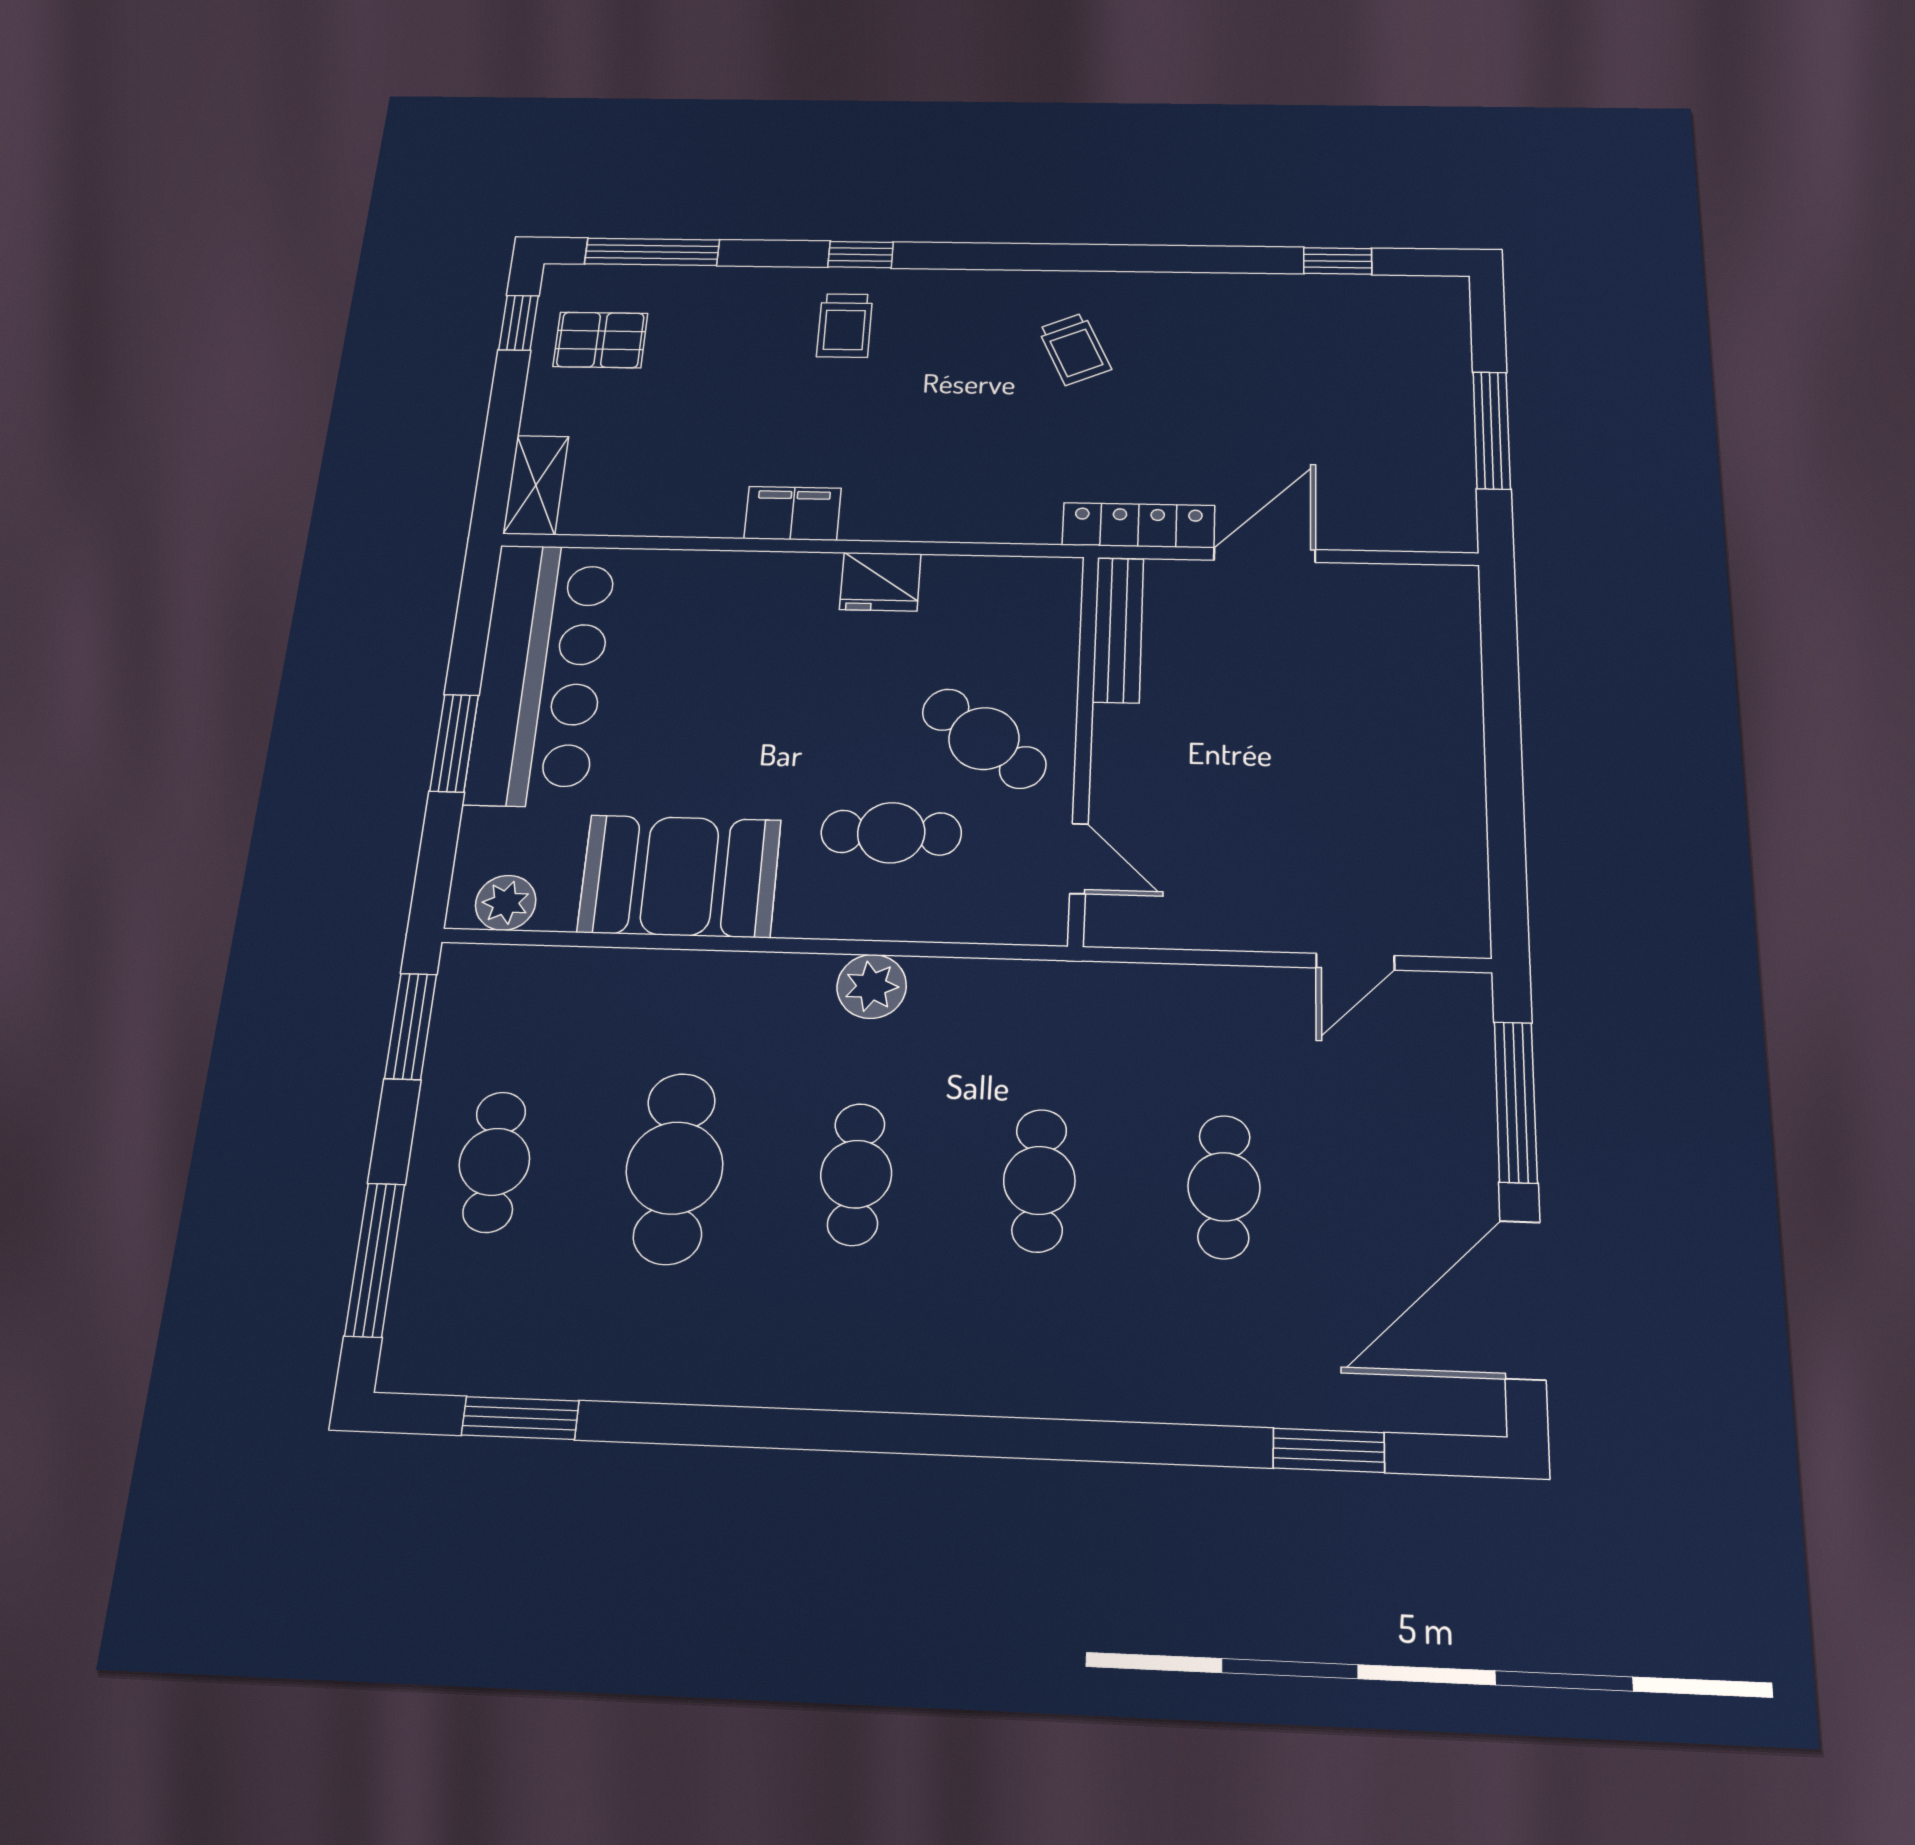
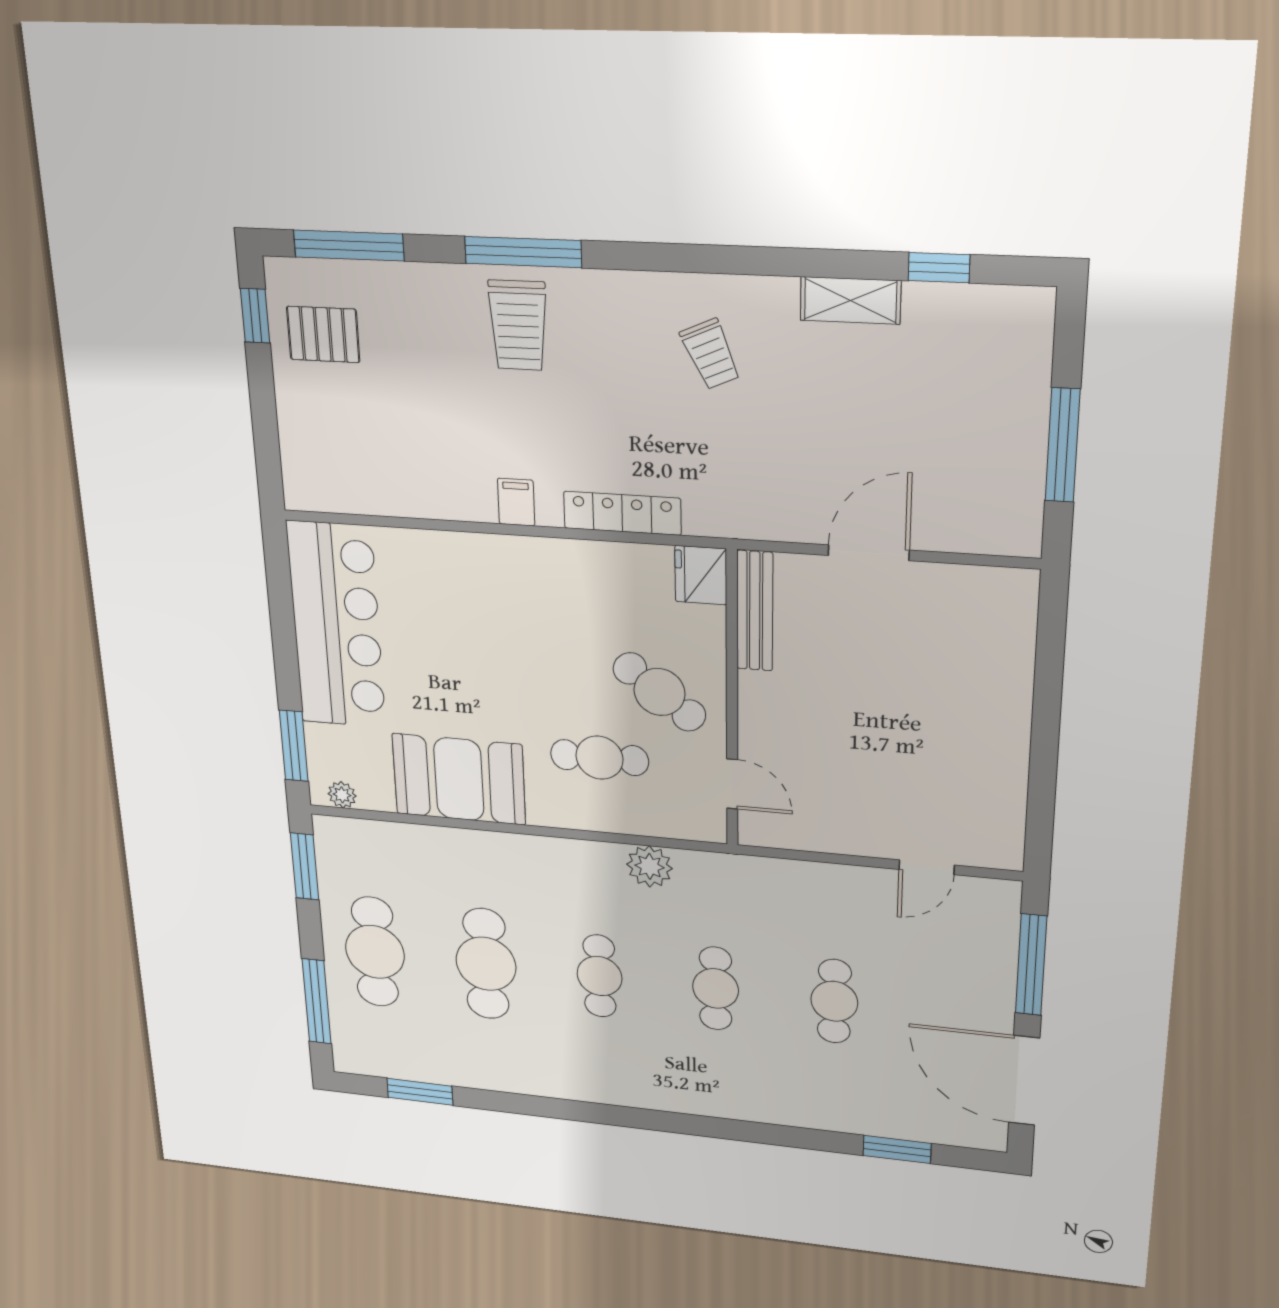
window: (861, 255) -> (523, 252), width x2.17
trolley: (845, 325) -> (518, 325), width x1.36, depth x1.39
shelving: (536, 485) -> (850, 300), moved, turned 90
filing cabinet: (793, 513) -> (516, 502), width x0.50
locker: (1138, 525) -> (622, 513), moved
fridge: (880, 582) -> (701, 575), moved, turned 90
window: (454, 743) -> (294, 746), moved
plant: (506, 903) -> (342, 795), width x0.73, depth x0.73
plant: (872, 986) -> (650, 866), moved
cafe table: (494, 1162) -> (375, 952), width x1.37, depth x1.35
door: (1523, 1300) -> (1024, 1081), hinge flipped

